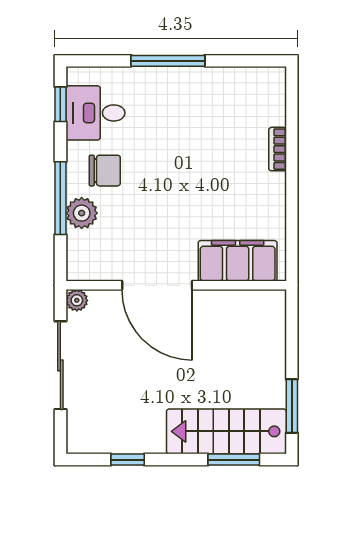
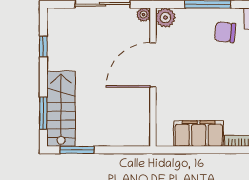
chair: (105, 171) -> (225, 32), turned 96
plant: (82, 213) -> (165, 18), moved
filing cabinet: (238, 261) -> (199, 134), moved, turned -90

